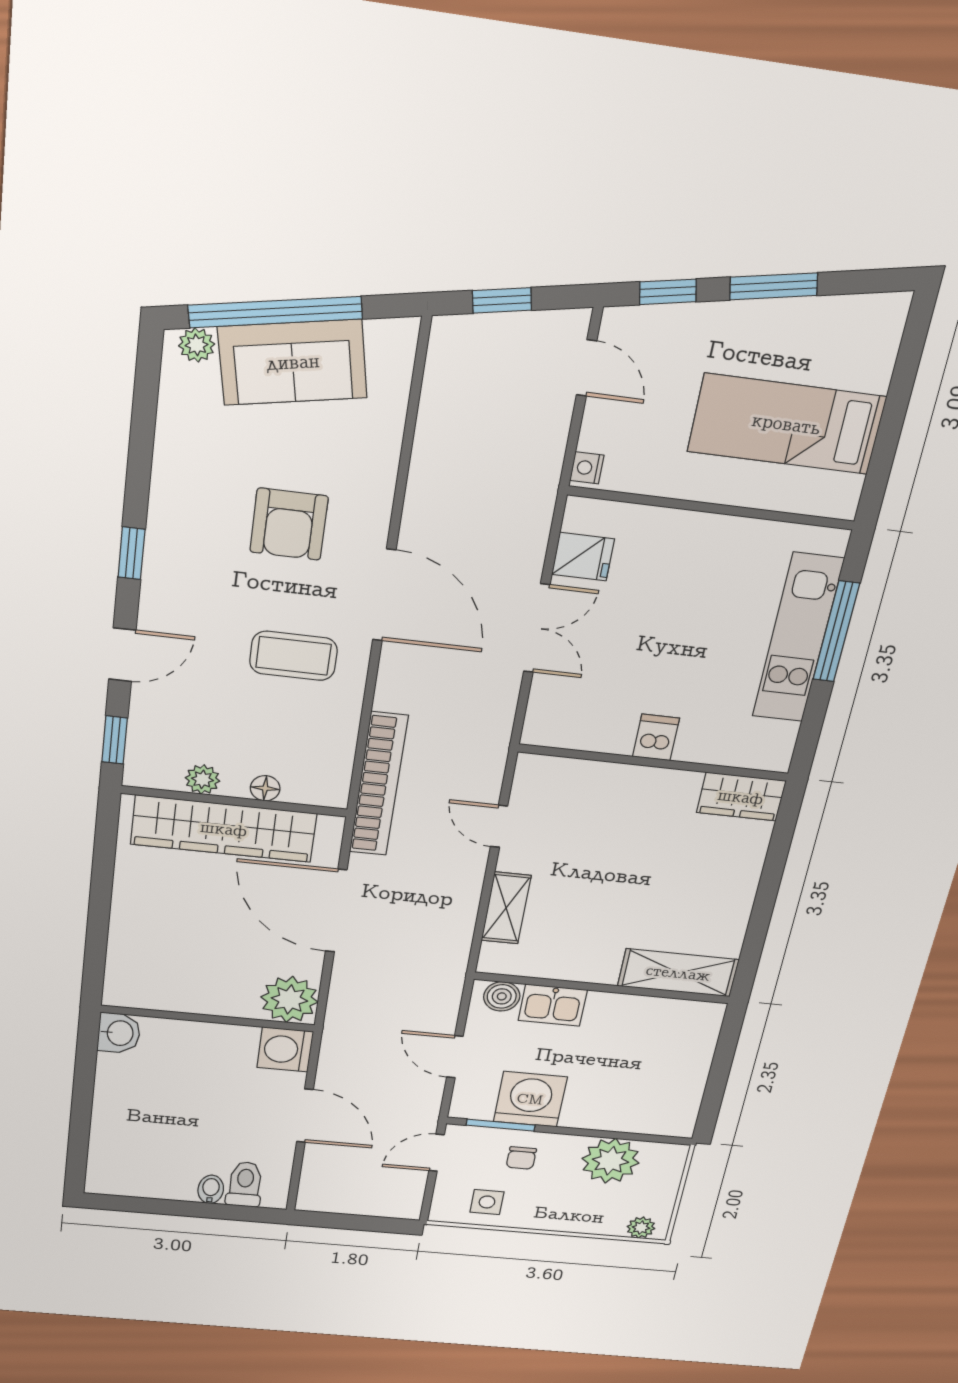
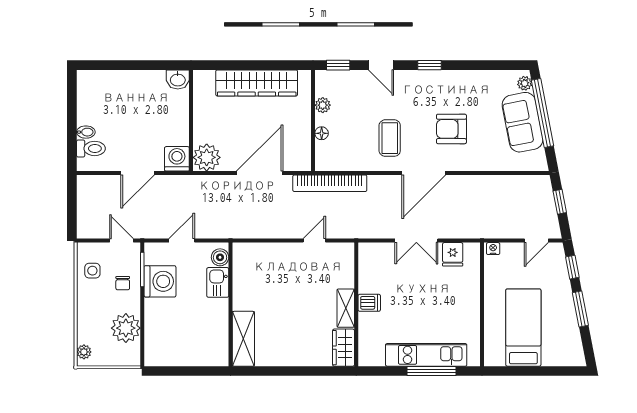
wardrobe: (224, 829) -> (257, 83), moved, turned -90
shelving: (506, 908) -> (346, 308), moved, turned 90
chair: (521, 1158) -> (123, 283), turned -90

